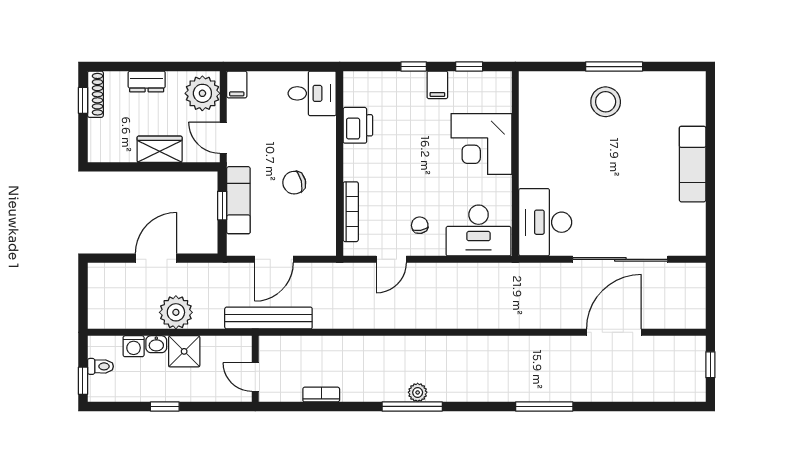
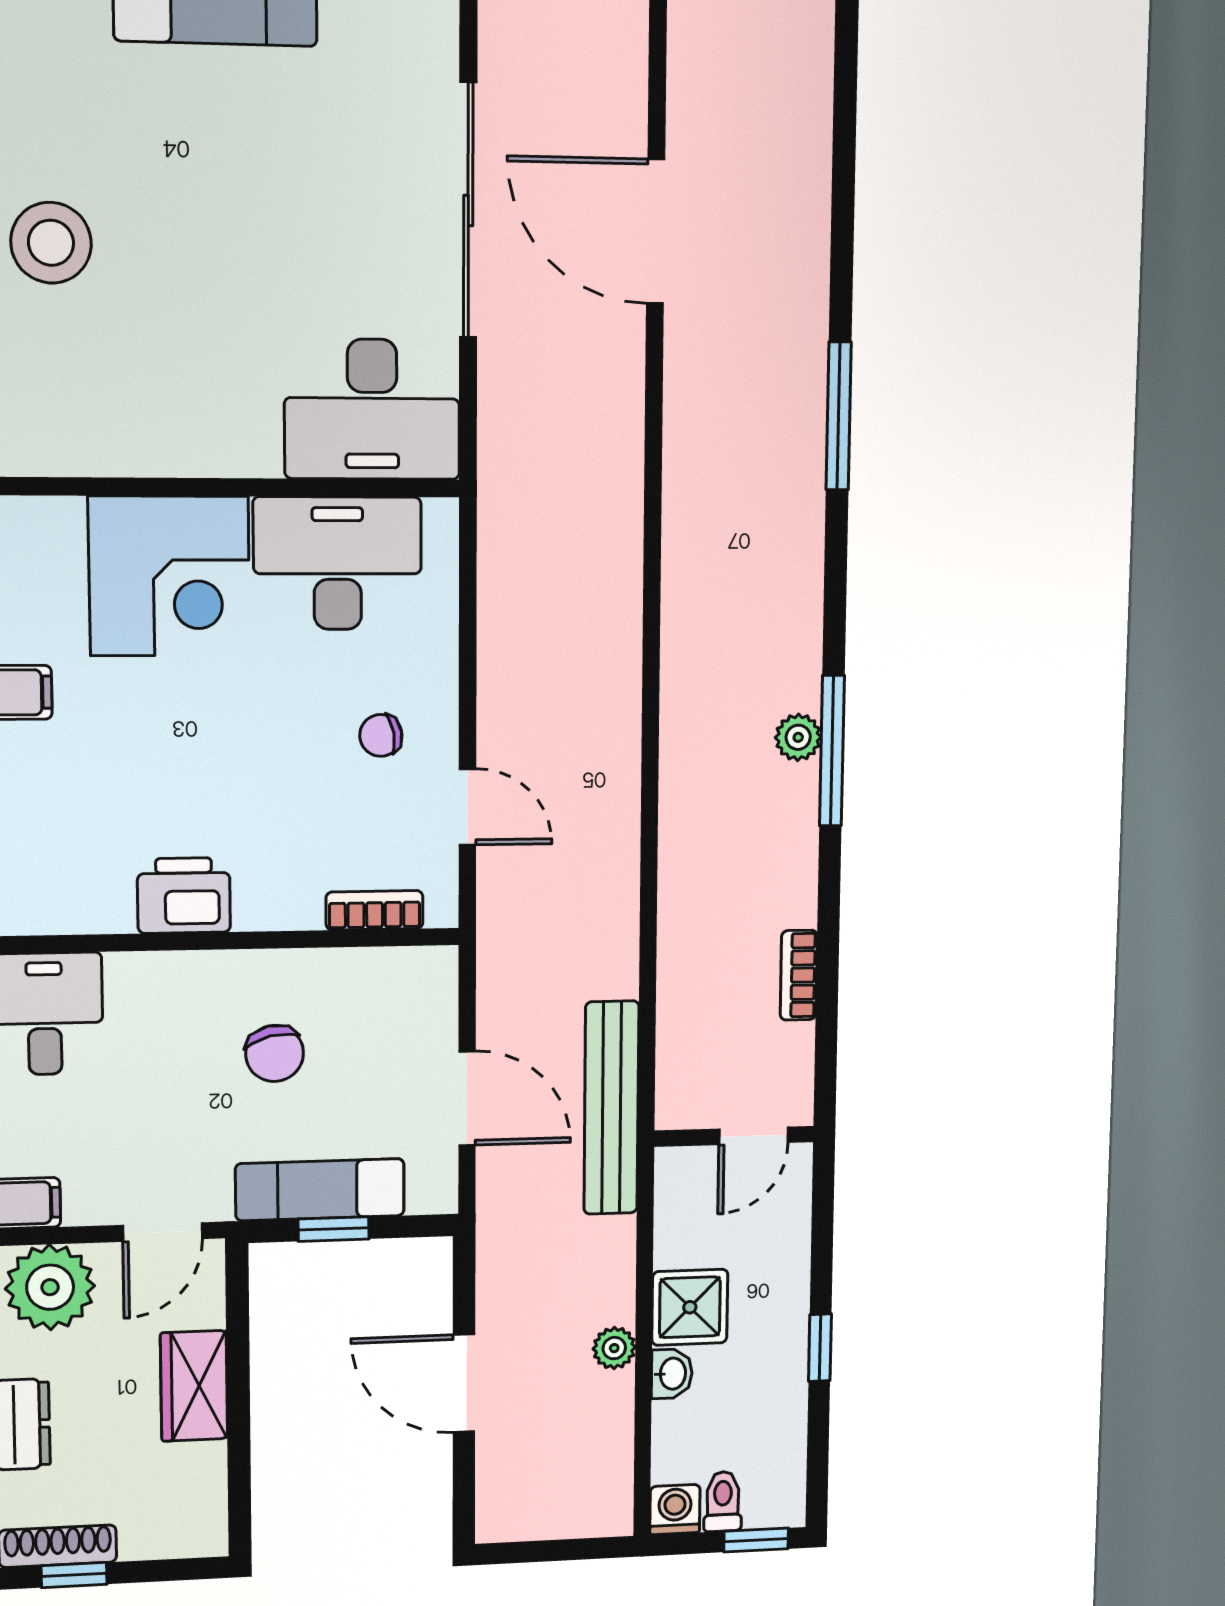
printer: (358, 125) -> (184, 896), moved
bookcase: (351, 212) -> (375, 910), width x0.64
desk: (479, 230) -> (338, 563), moved, turned -90
plant: (176, 312) -> (614, 1348), width x0.53, depth x0.53
washing machine: (134, 346) -> (675, 1510), moved, turned -90

